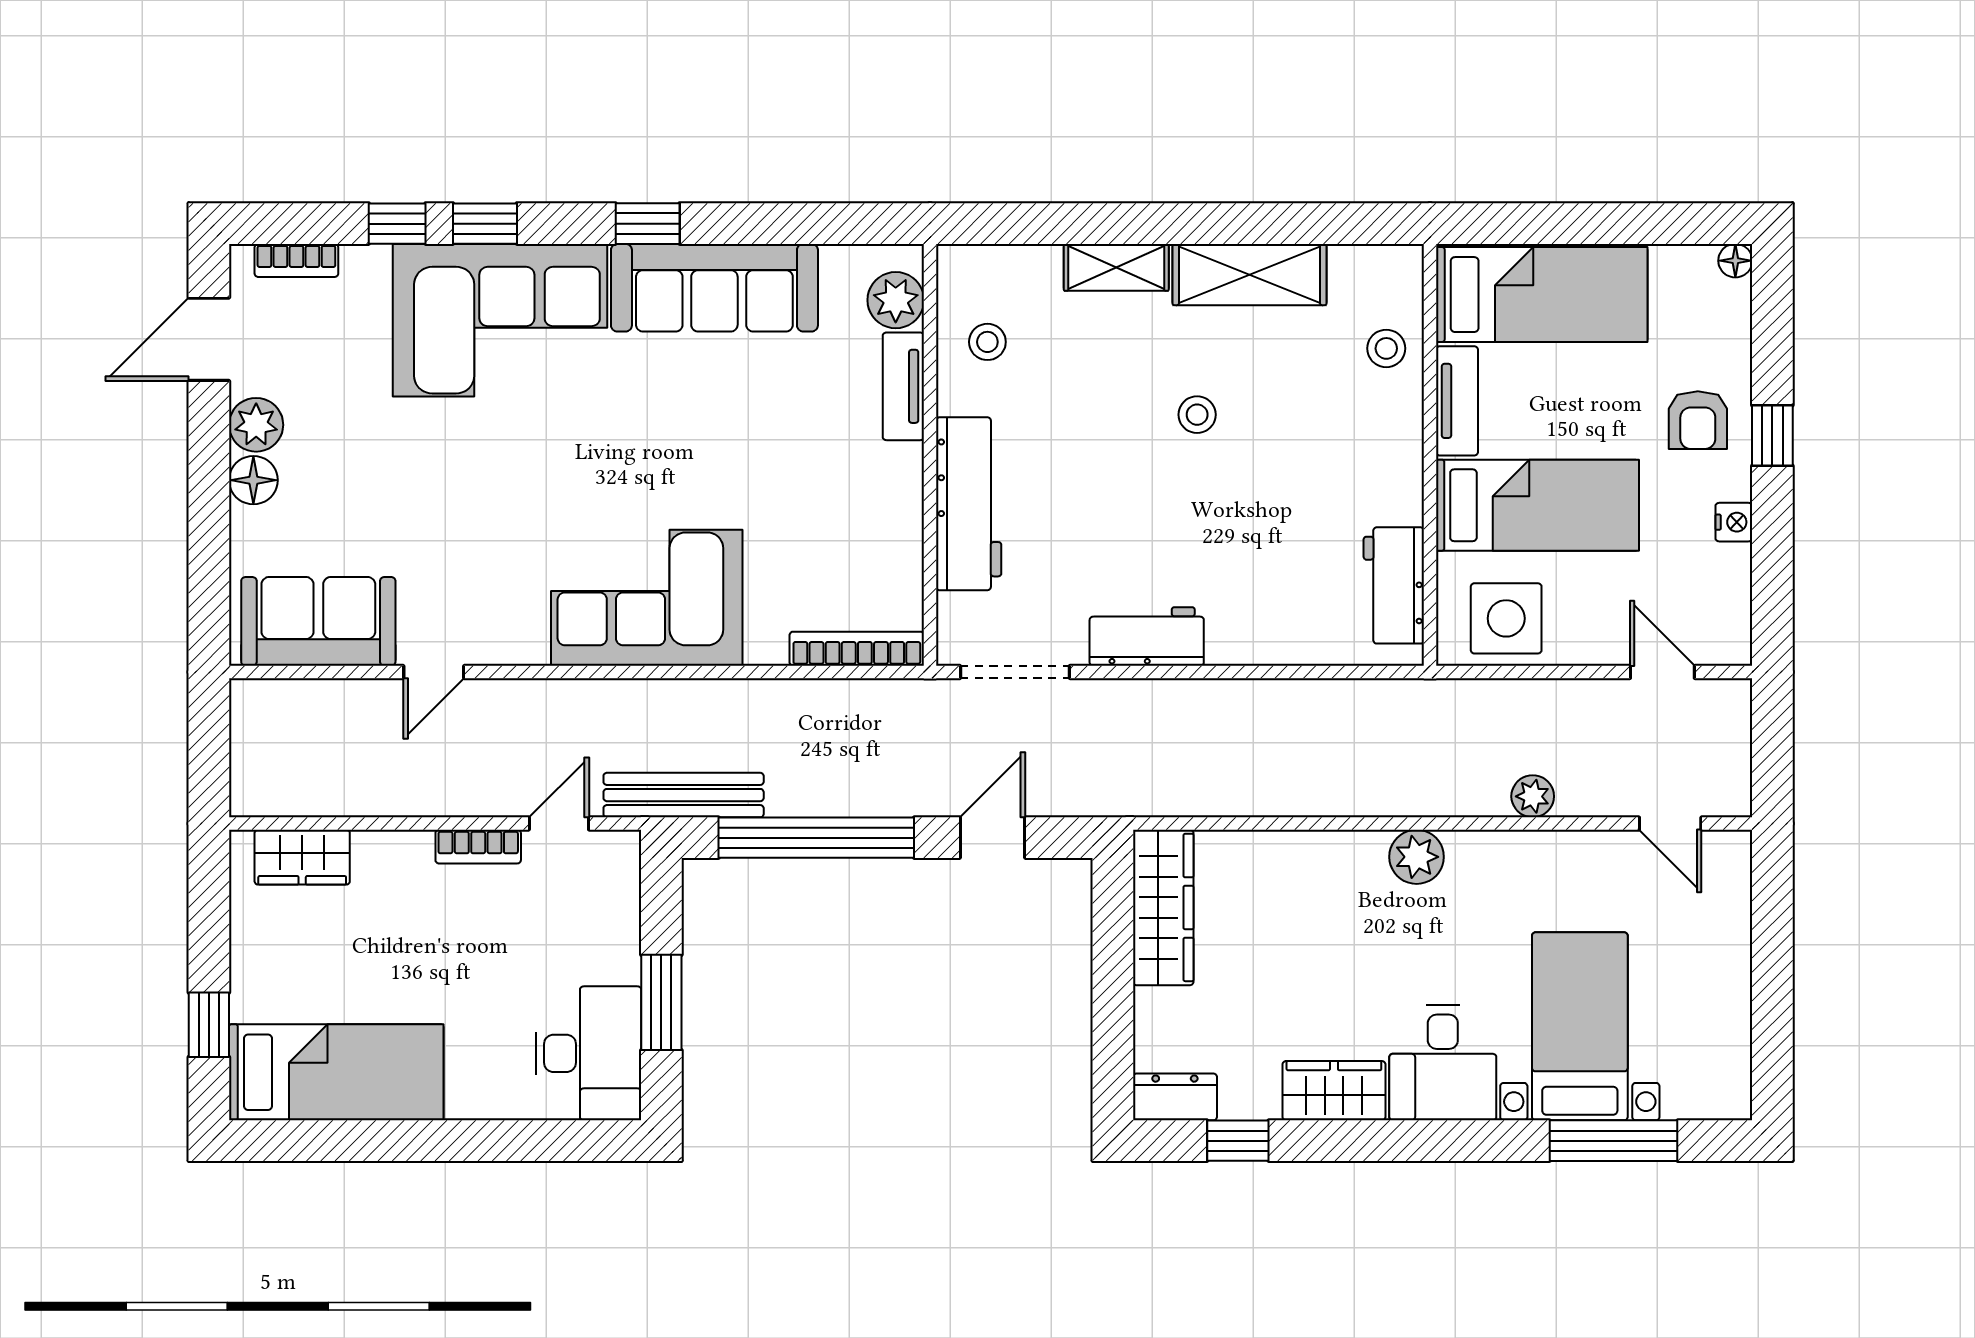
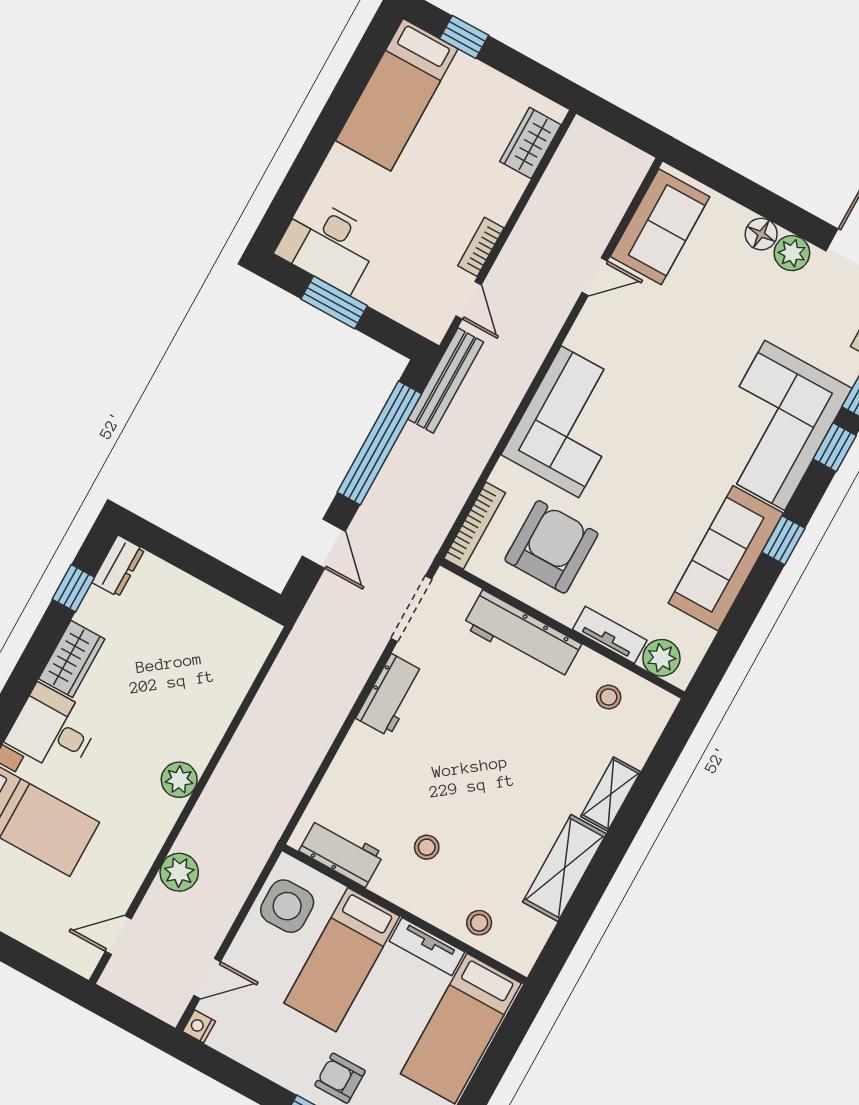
stool: (1197, 415) -> (427, 847), moved
nightstand: (1734, 522) -> (199, 1026), moved, turned 90
armchair: (828, 530) -> (551, 547), added
door: (434, 672) -> (595, 277), swing flipped
plant: (1533, 796) -> (179, 872), width x1.38, depth x1.38
wardrobe: (1163, 907) -> (230, 619), removed

